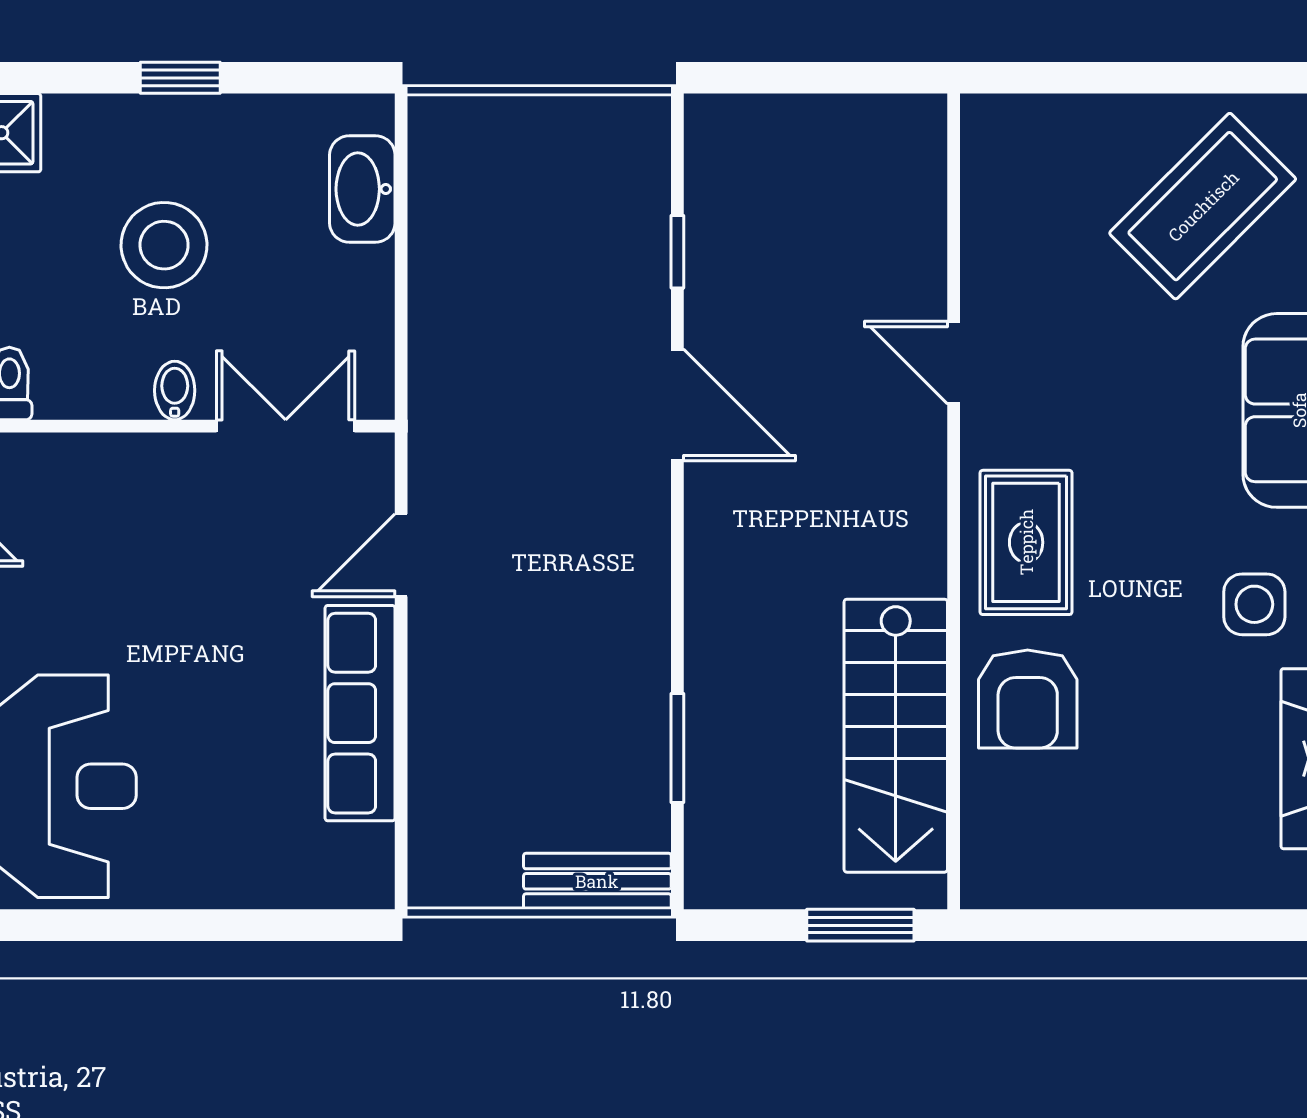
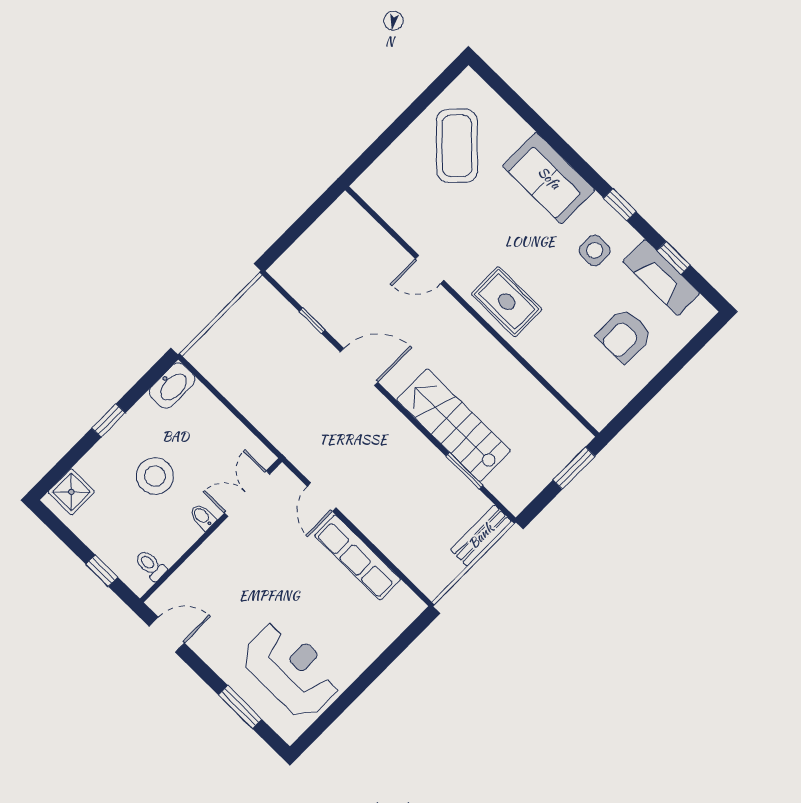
washbasin: (362, 189) -> (172, 386), moved, turned -90
armchair: (1028, 699) -> (624, 336), moved, turned 90
stairs: (896, 736) -> (454, 425), moved, turned 180

